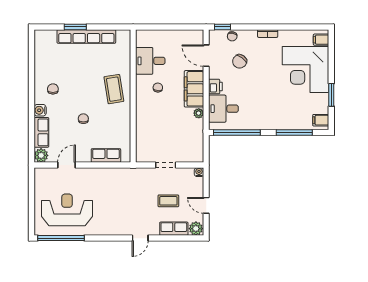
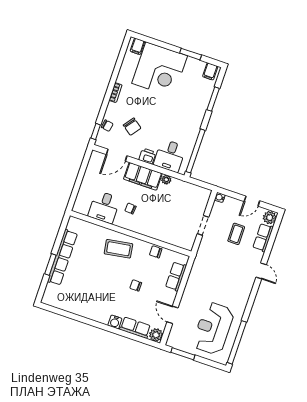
chair: (53, 89) -> (156, 252), moved
window: (294, 132) -> (213, 99), width x0.69
window: (32, 188) -> (183, 354), added

